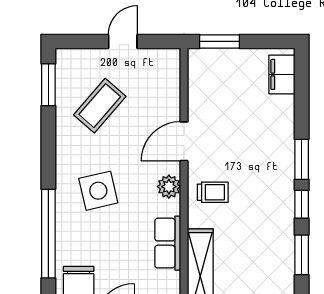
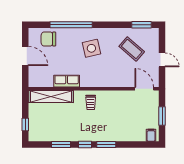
window: (219, 41) -> (162, 116), moved
filing cabinet: (282, 74) -> (151, 135), width x0.50
door: (184, 141) -> (144, 89), moved
plant: (169, 187) -> (93, 82), removed

